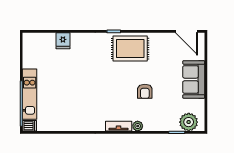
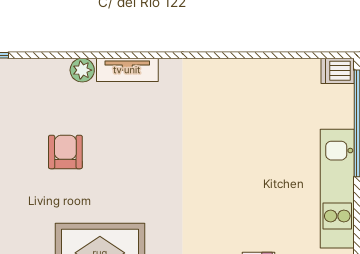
kitchen unit: (30, 94) -> (337, 189), moved

